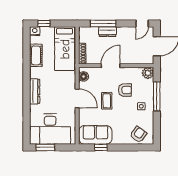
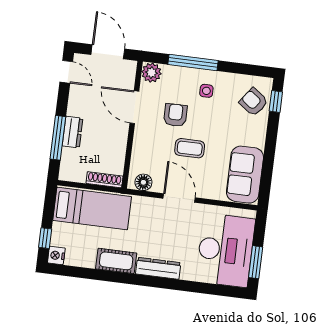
cot: (36, 55) -> (116, 261), moved
door: (111, 66) -> (134, 107), moved
door: (77, 98) -> (179, 198), hinge flipped
window: (101, 147) -> (276, 101), moved

